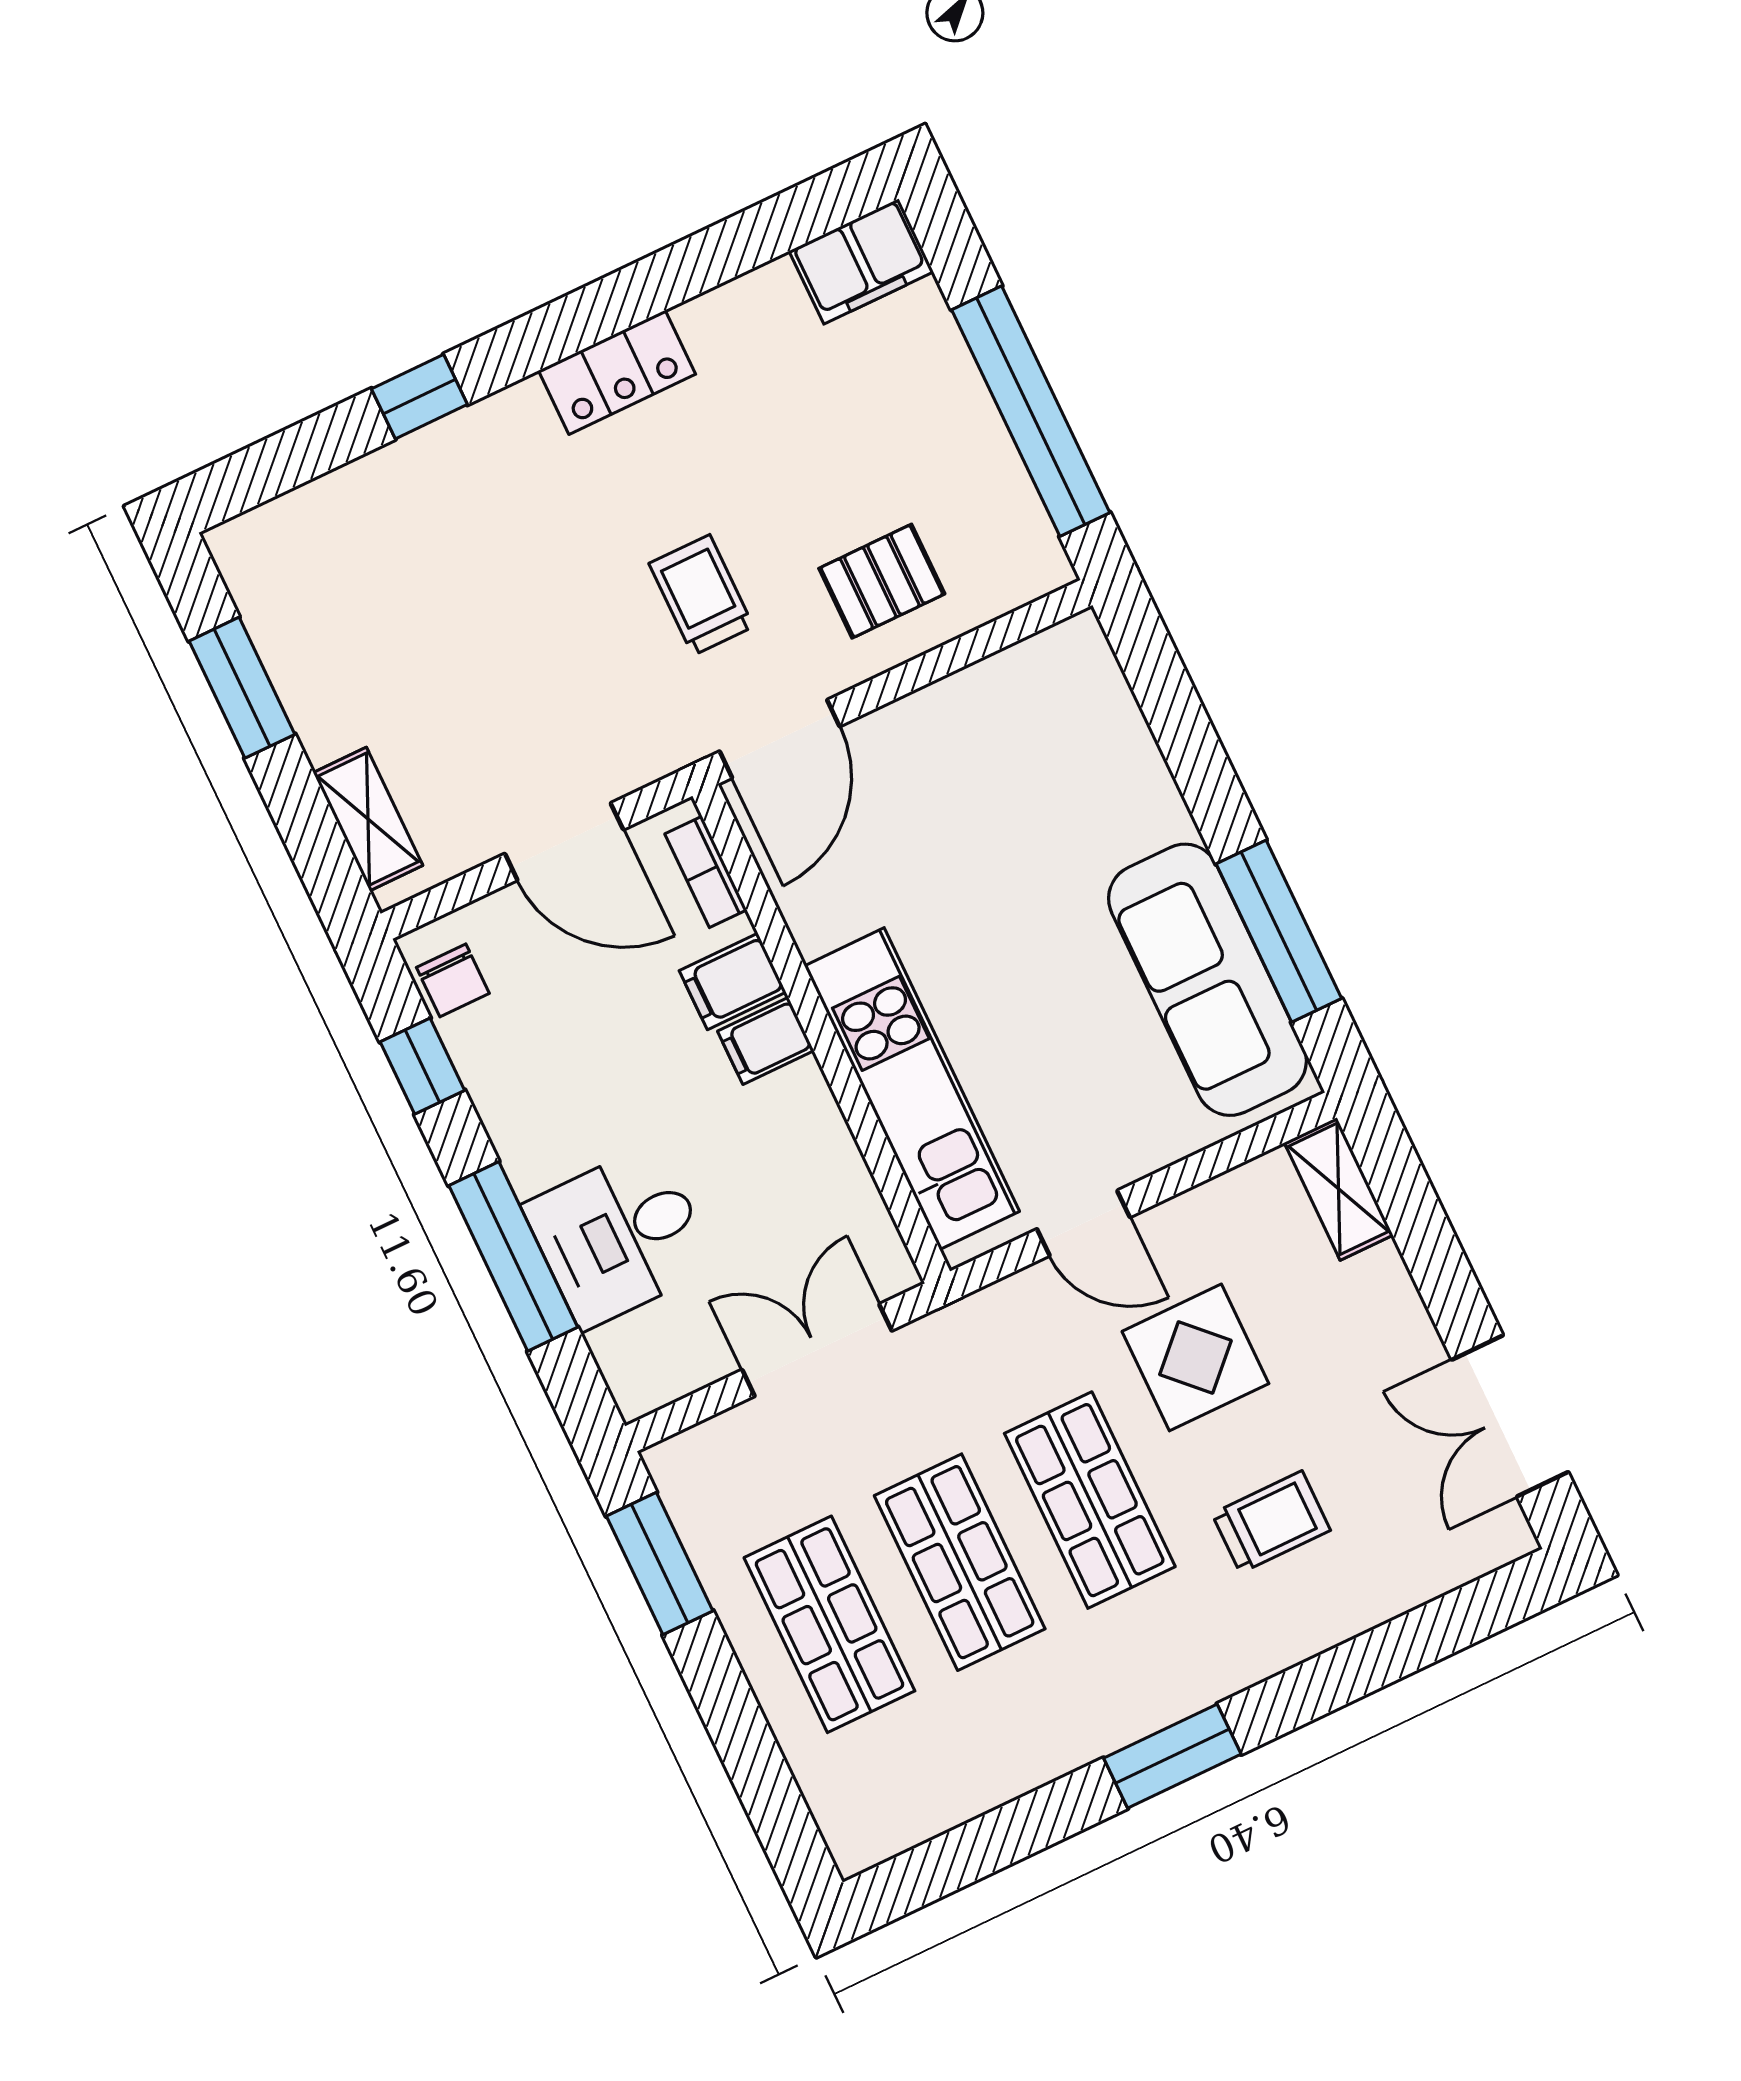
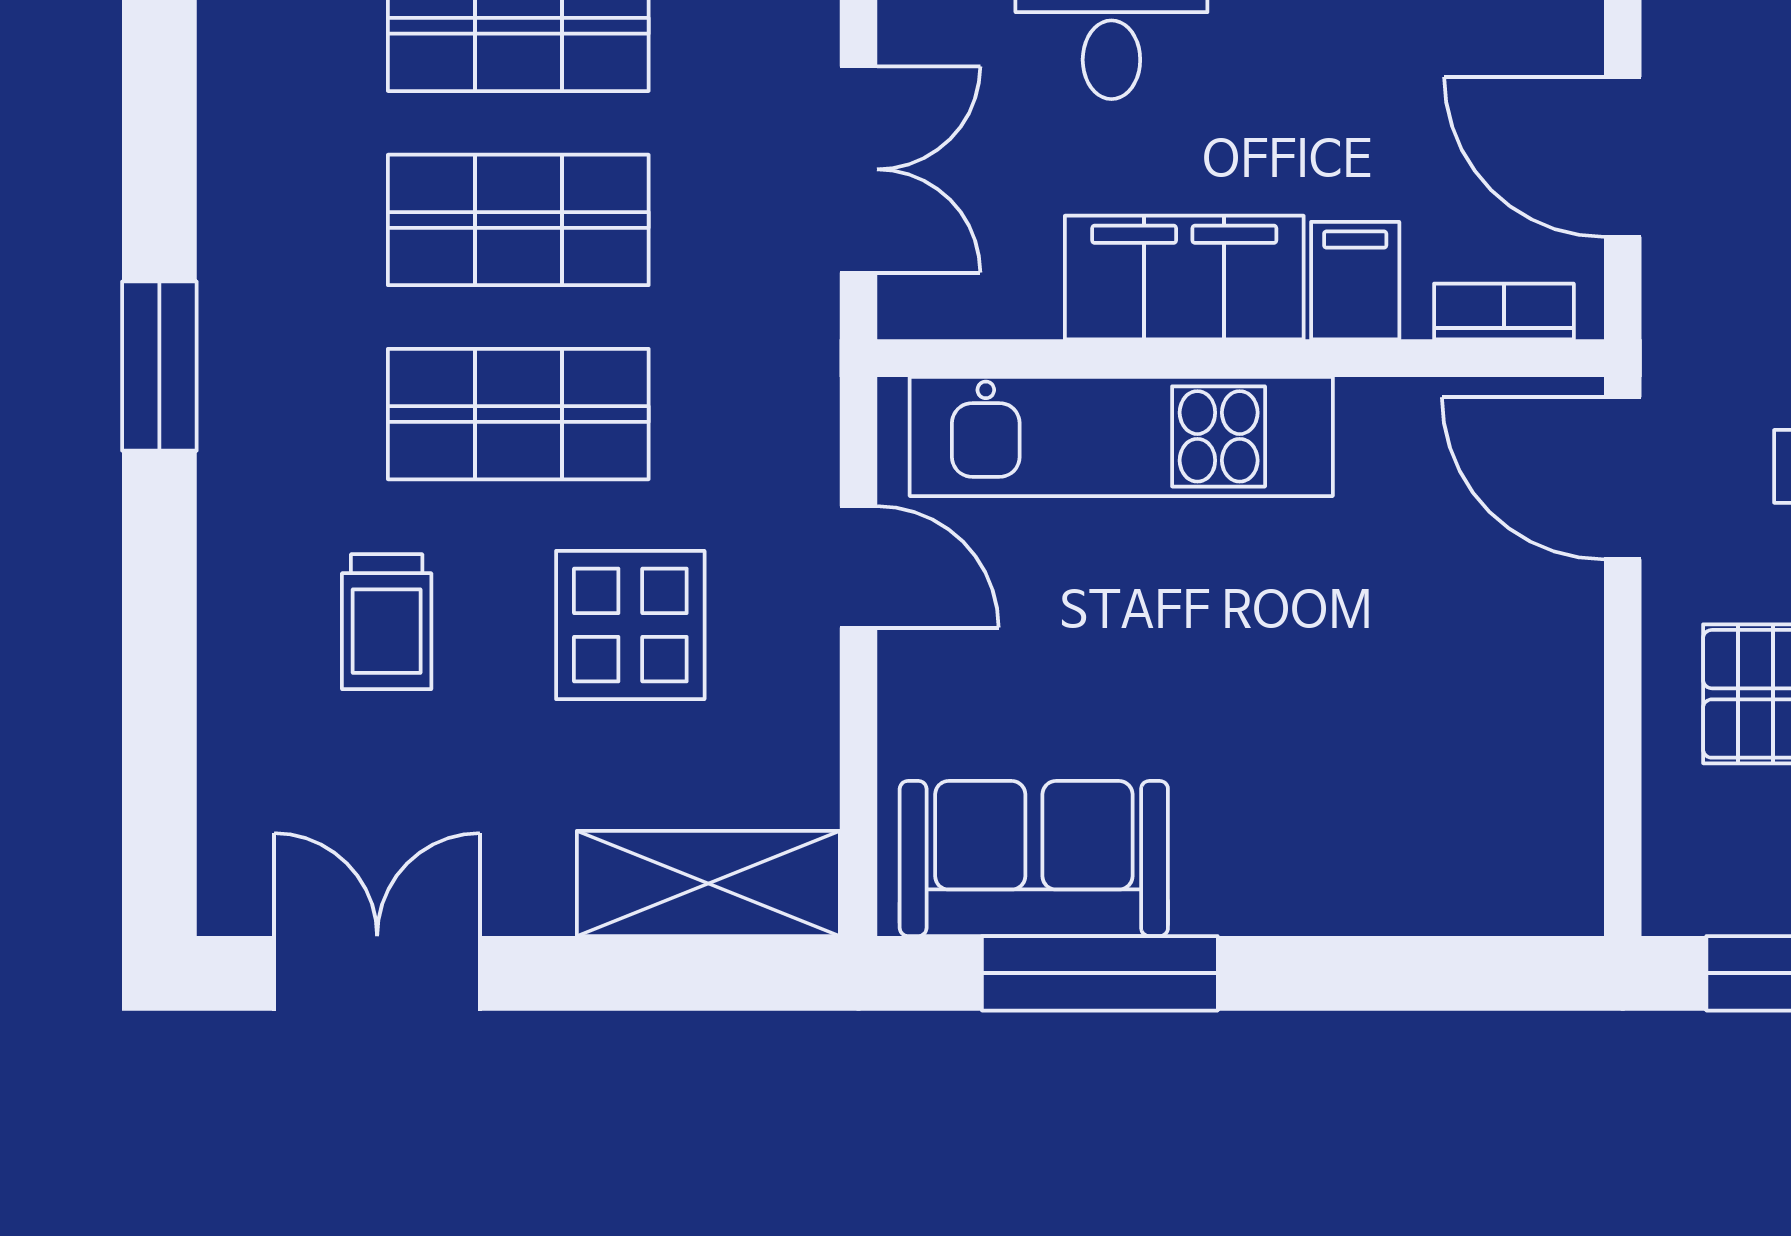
door: (564, 842) -> (1623, 157), hinge flipped
sofa: (1207, 980) -> (1034, 858), width x0.73
filing cabinet: (766, 1041) -> (1184, 278), width x3.00, depth x1.17
shelving: (1339, 1189) -> (708, 883), width x1.50, depth x1.33
door: (1083, 1223) -> (858, 567), swing flipped

